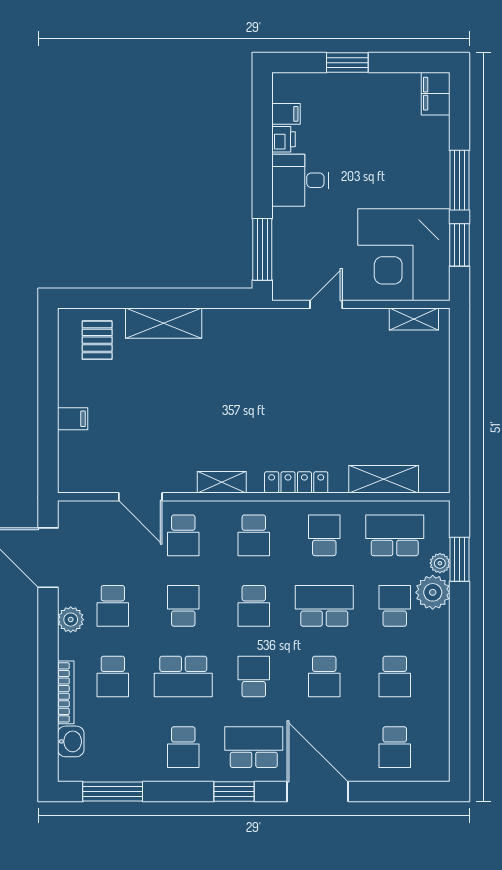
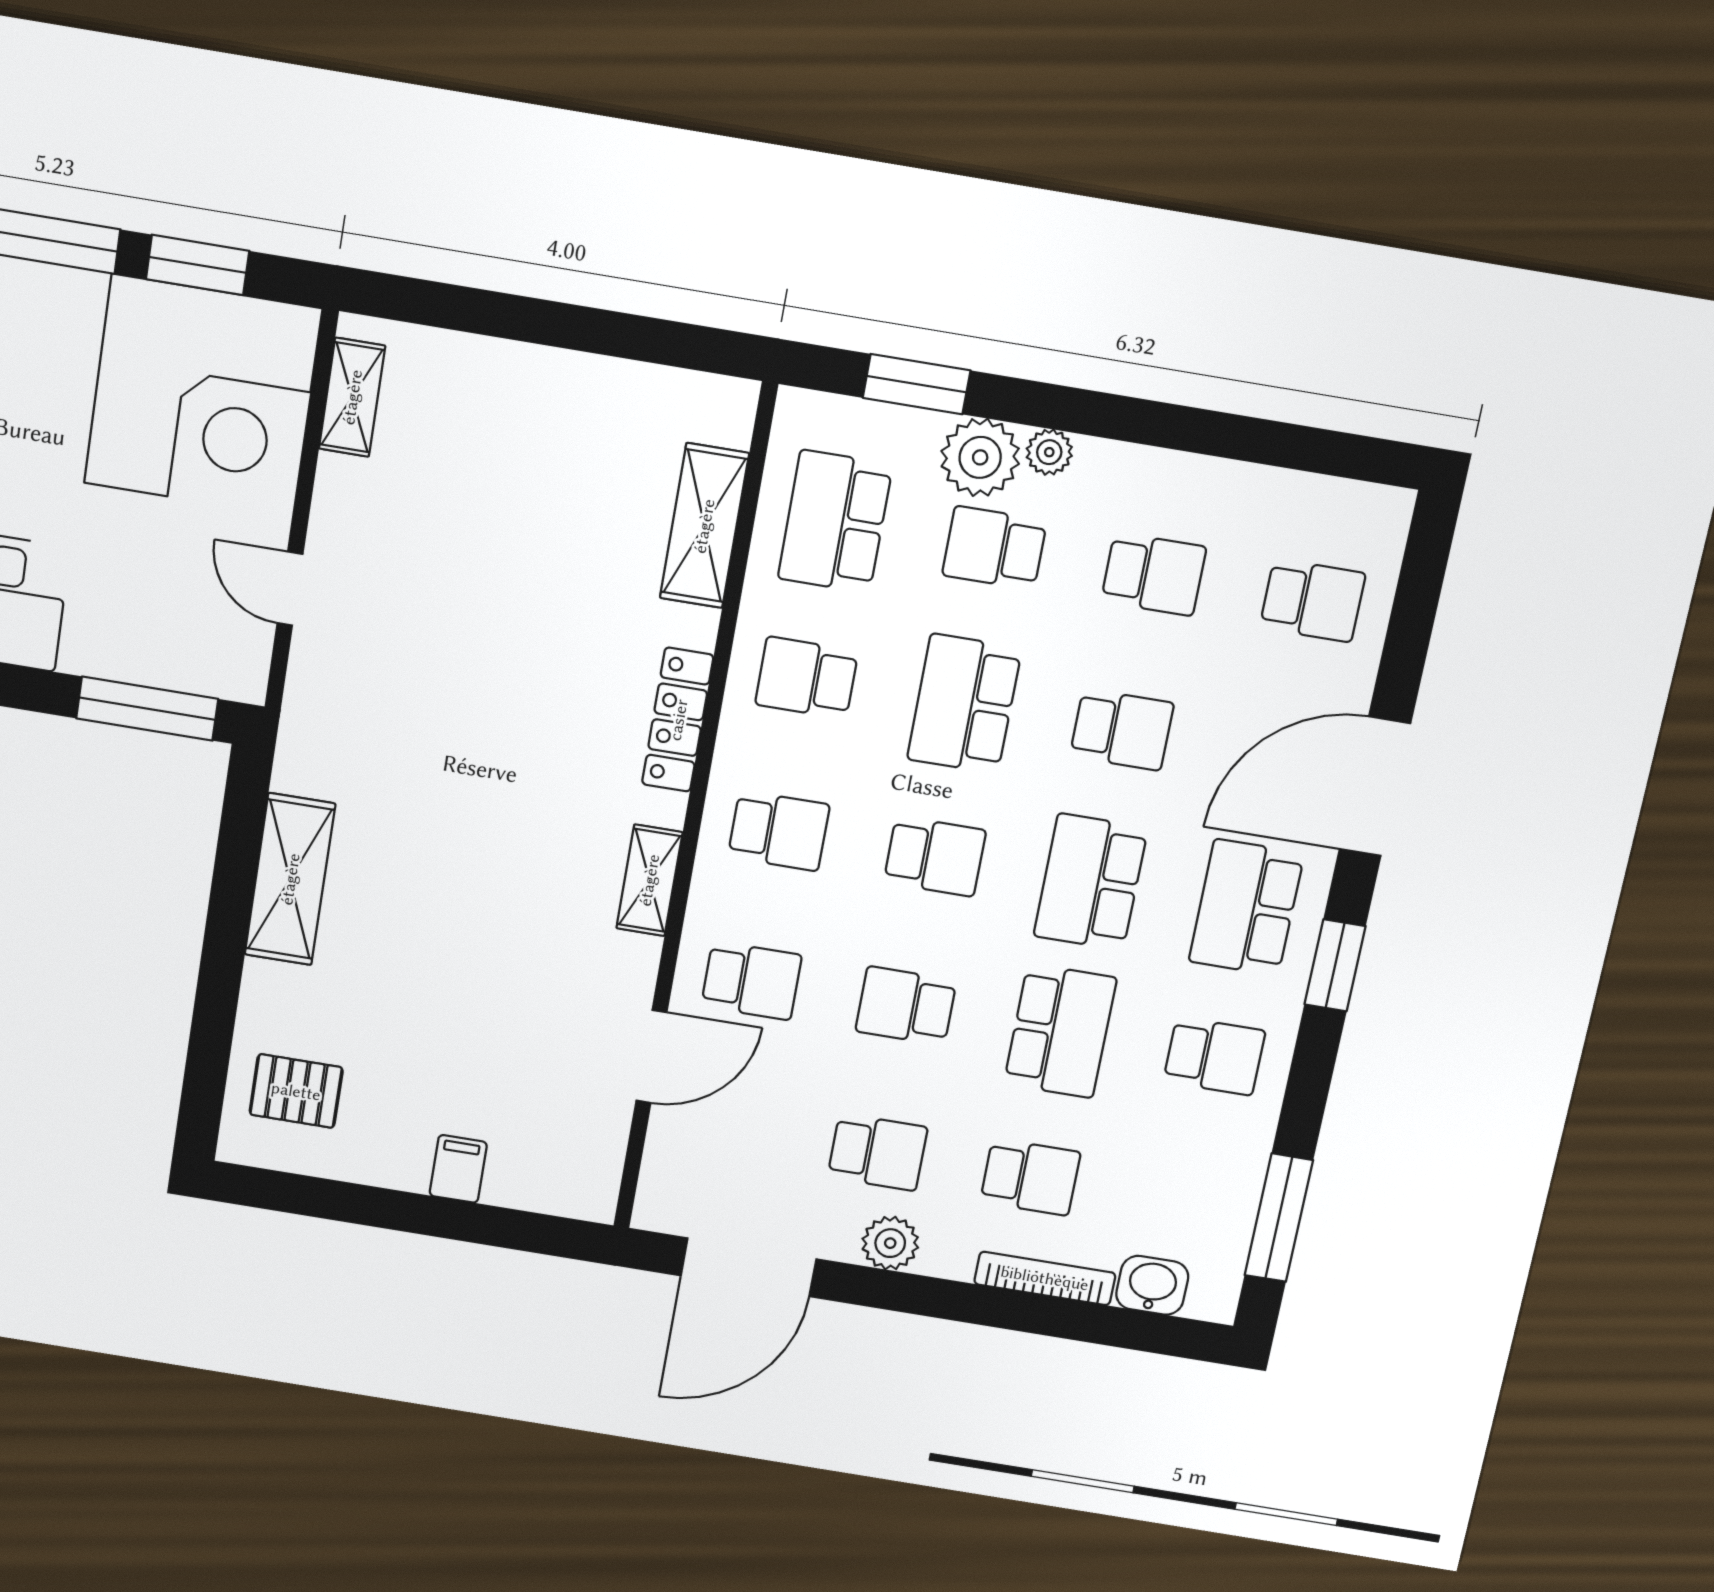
shelving: (164, 323) -> (290, 879), moved
plant: (440, 563) -> (1049, 452), moved
school desk: (254, 677) -> (1091, 882), width x1.85

